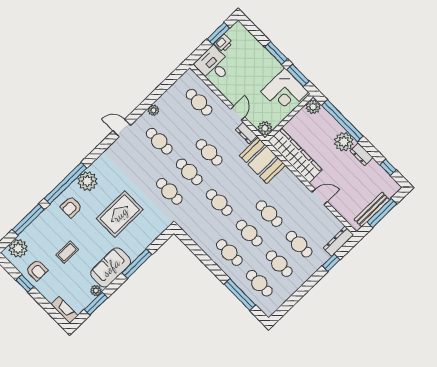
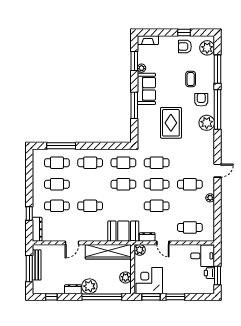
plant: (313, 107) -> (125, 277), moved
cafe table: (249, 233) -> (123, 163), moved
coffee table: (67, 252) -> (191, 79), moved

